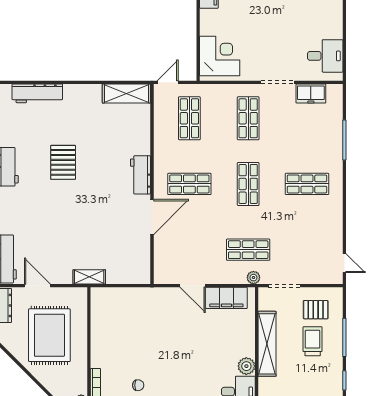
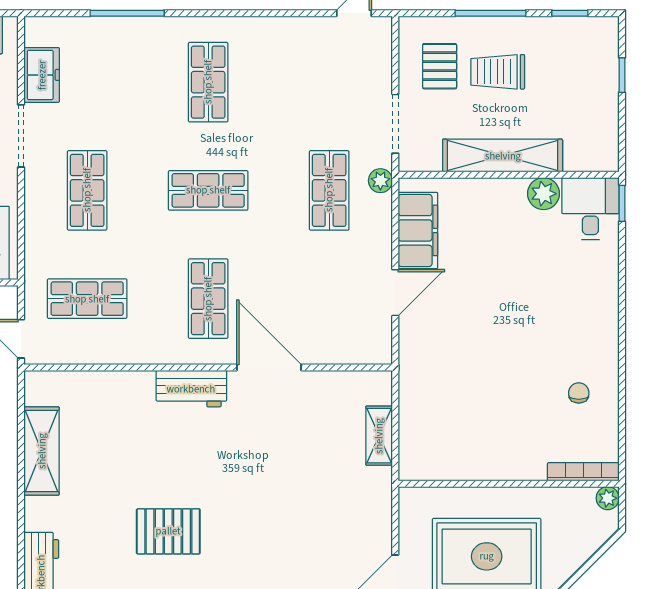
shelving: (126, 93) -> (42, 451), moved
shop shelf: (248, 118) -> (87, 190), turned 90
shelving: (89, 277) -> (379, 436), moved

